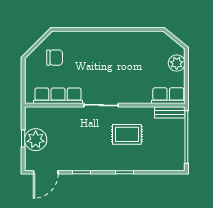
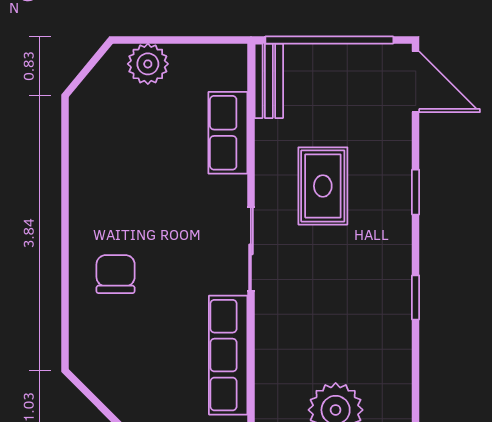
chair: (55, 58) -> (116, 274), moved
row of seats: (168, 96) -> (228, 133), moved
door: (46, 172) -> (416, 82), moved

